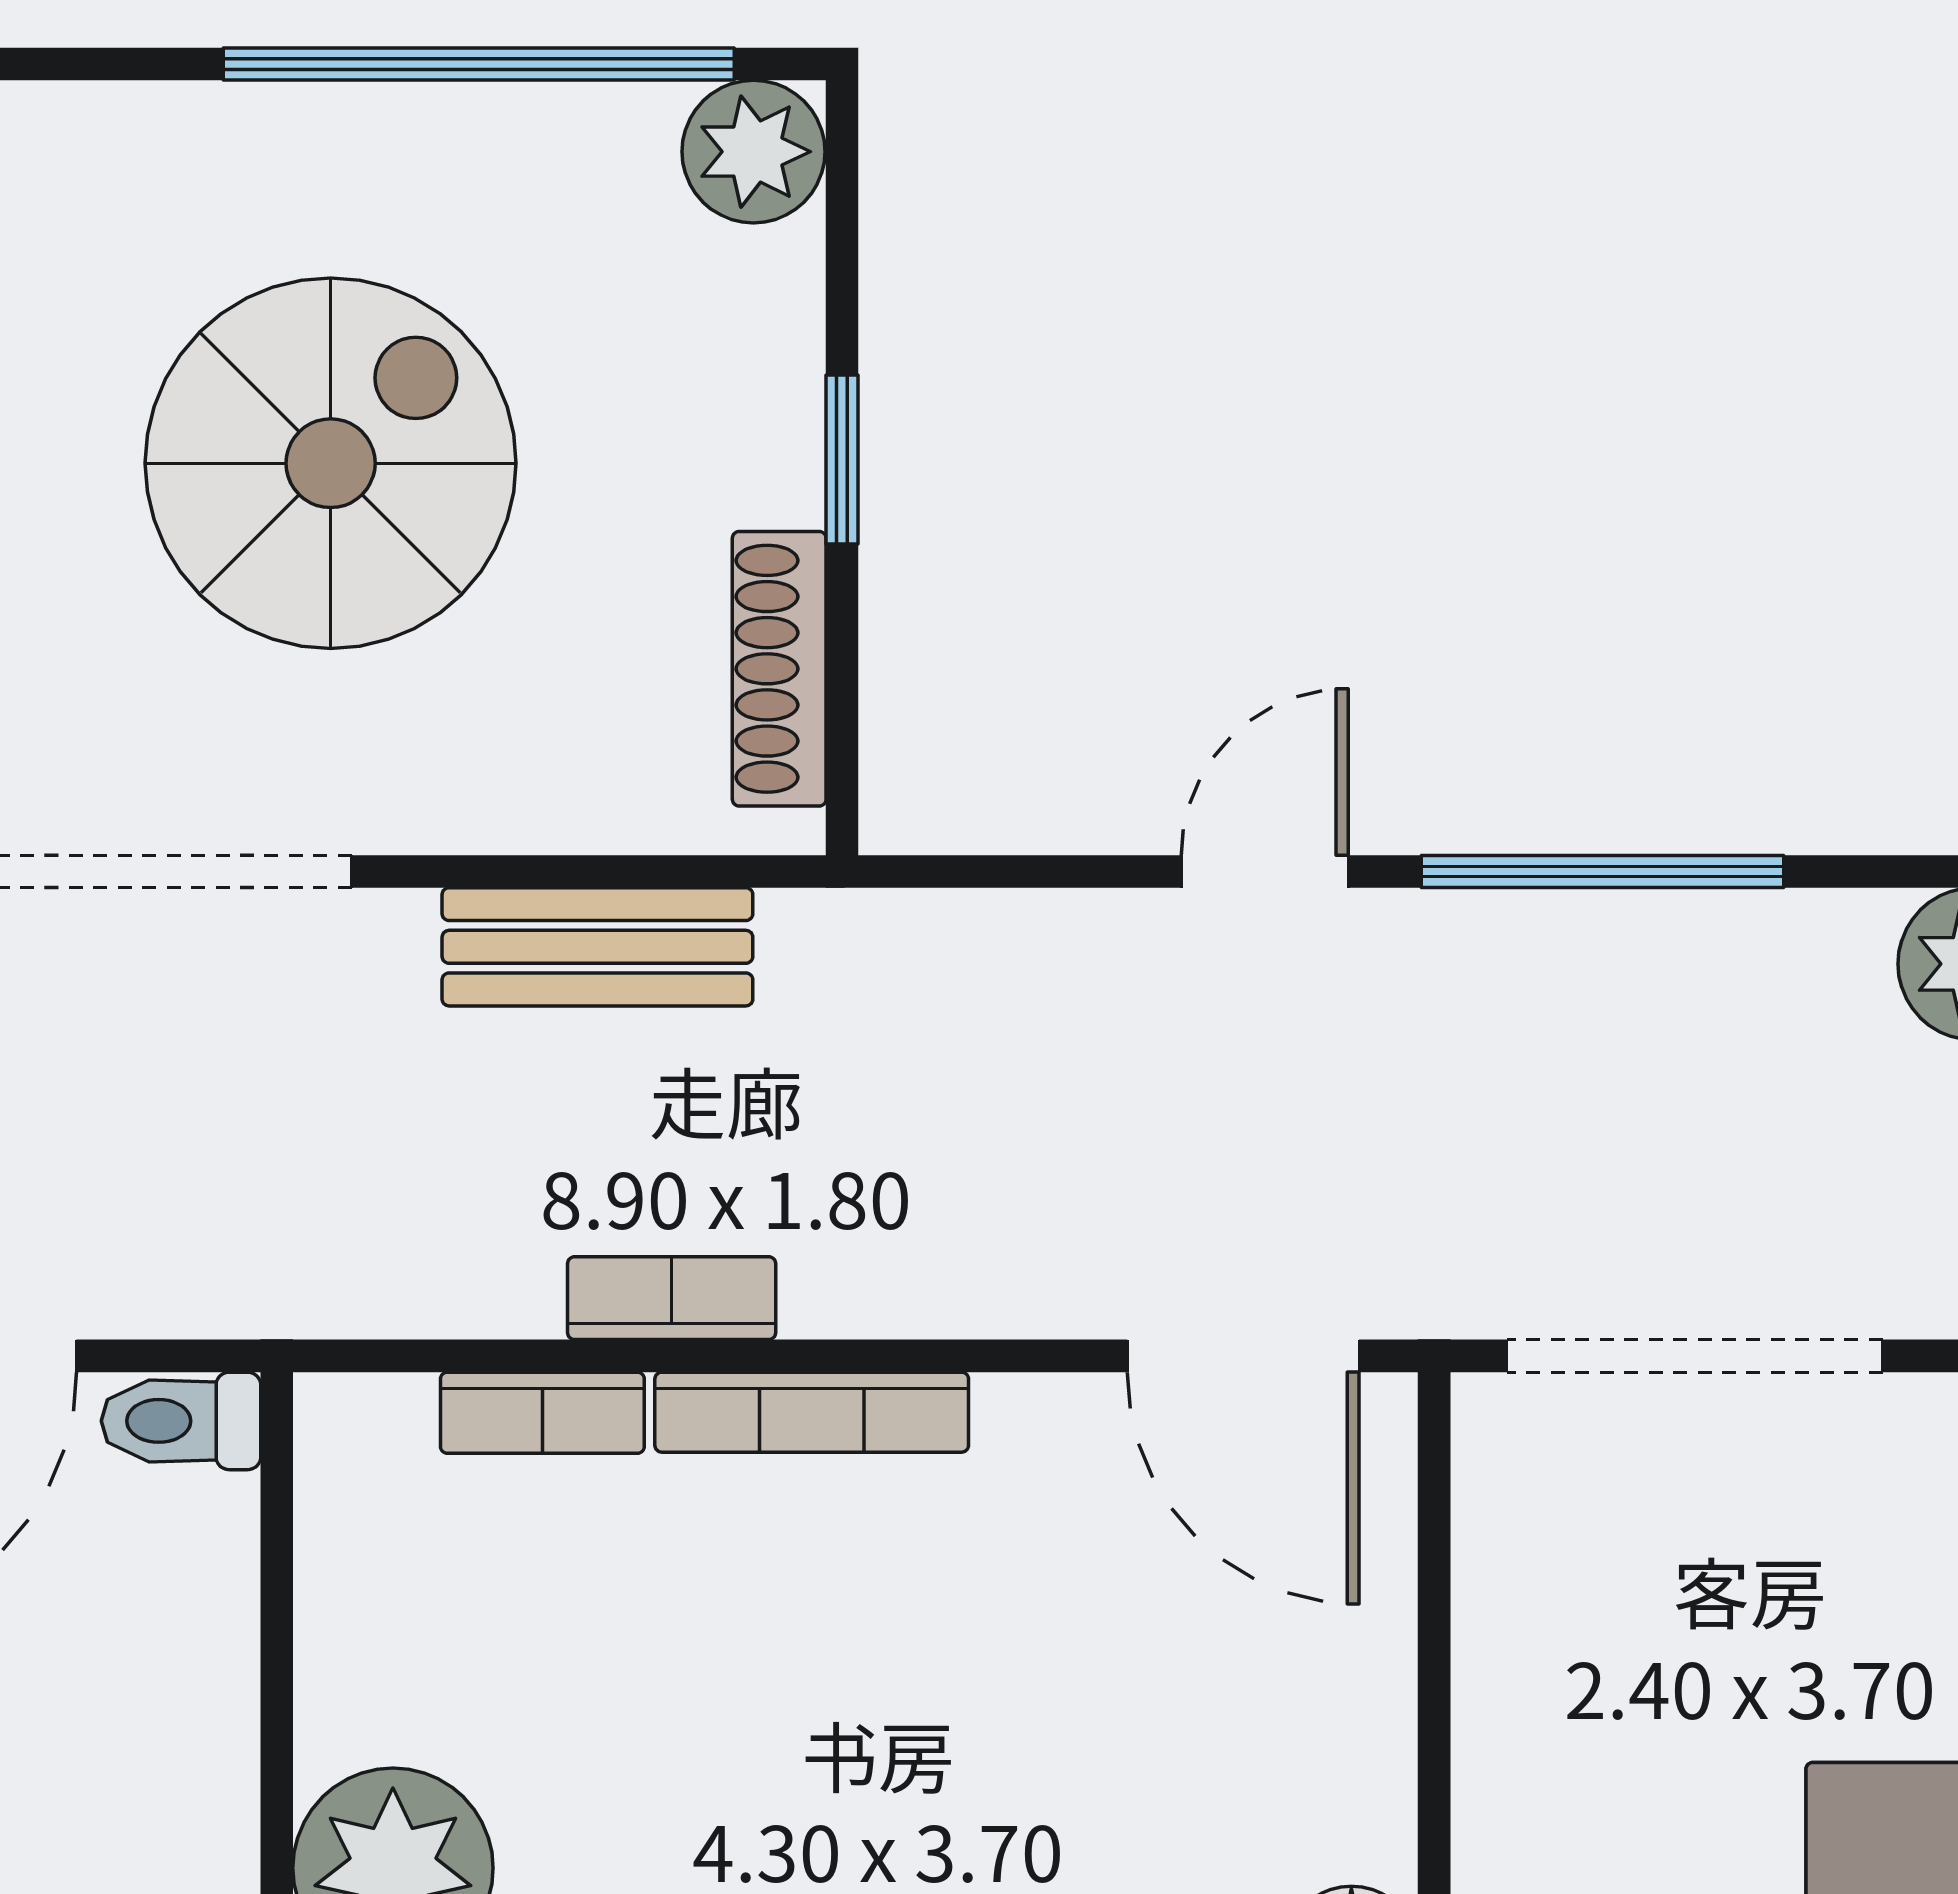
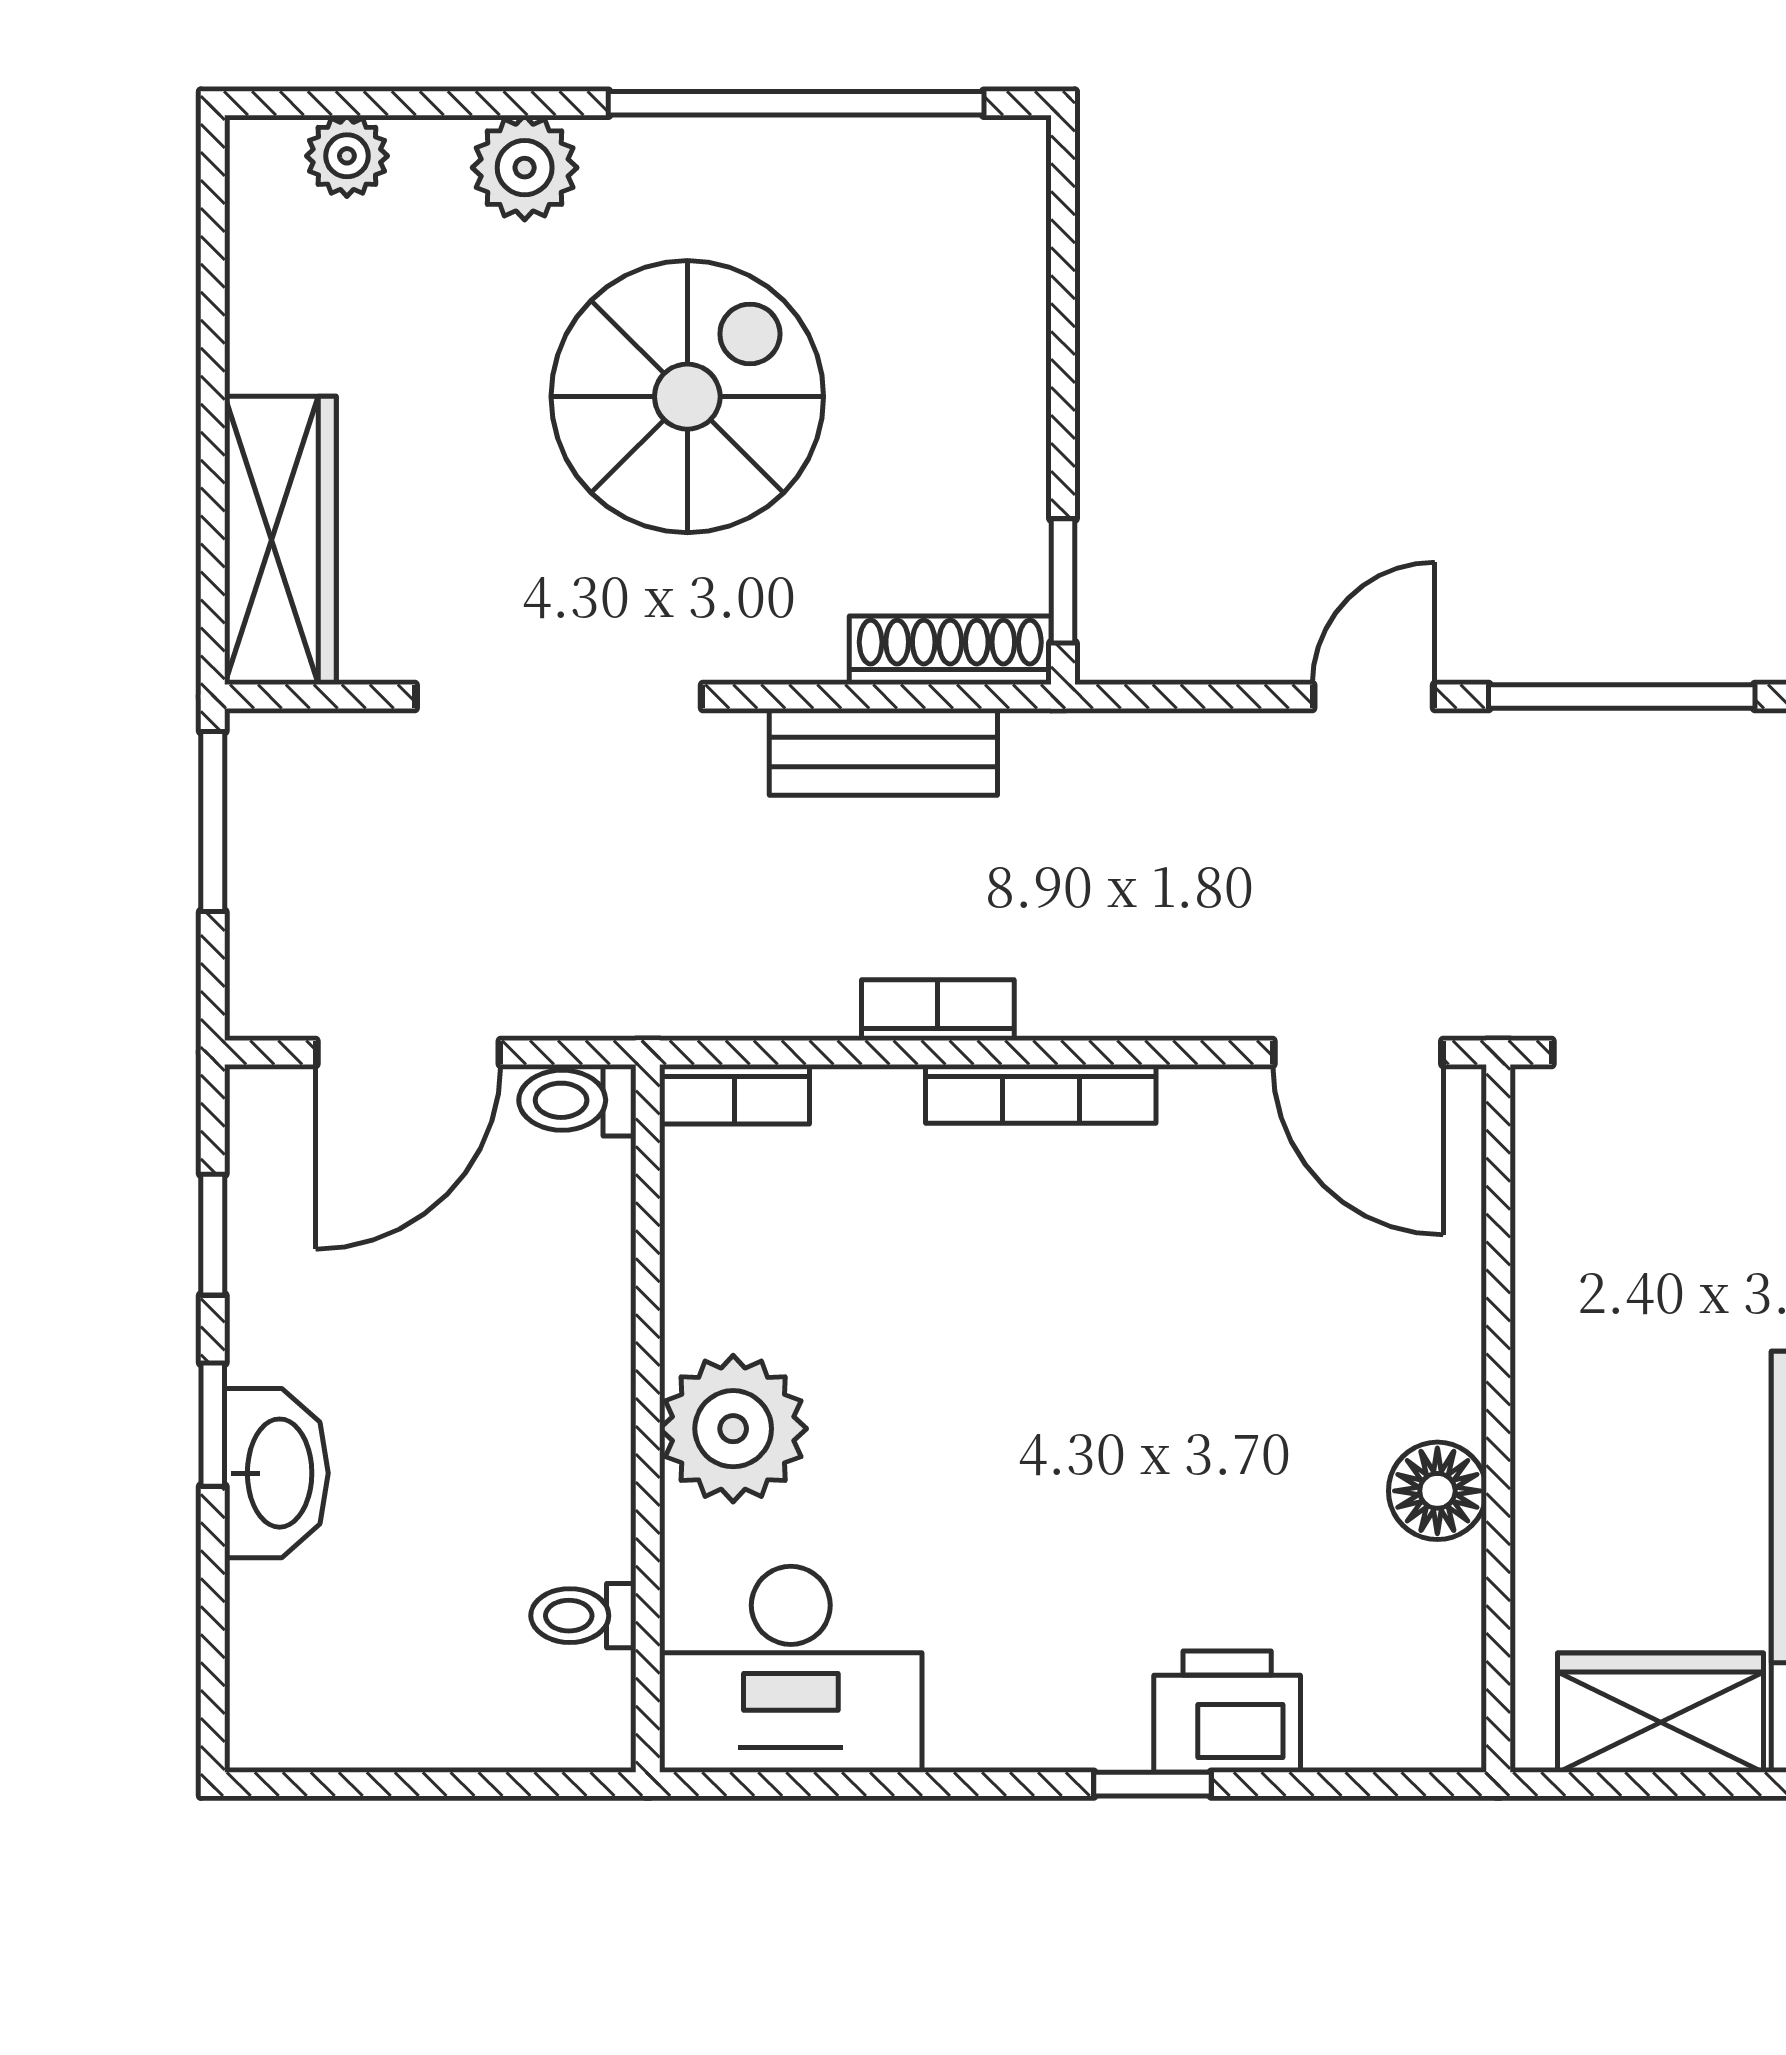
plant: (753, 152) -> (525, 168), moved
window: (842, 460) -> (1063, 581), moved
shoe rack: (779, 669) -> (950, 650), moved, turned 90
bookcase: (542, 1413) -> (734, 1094), moved

